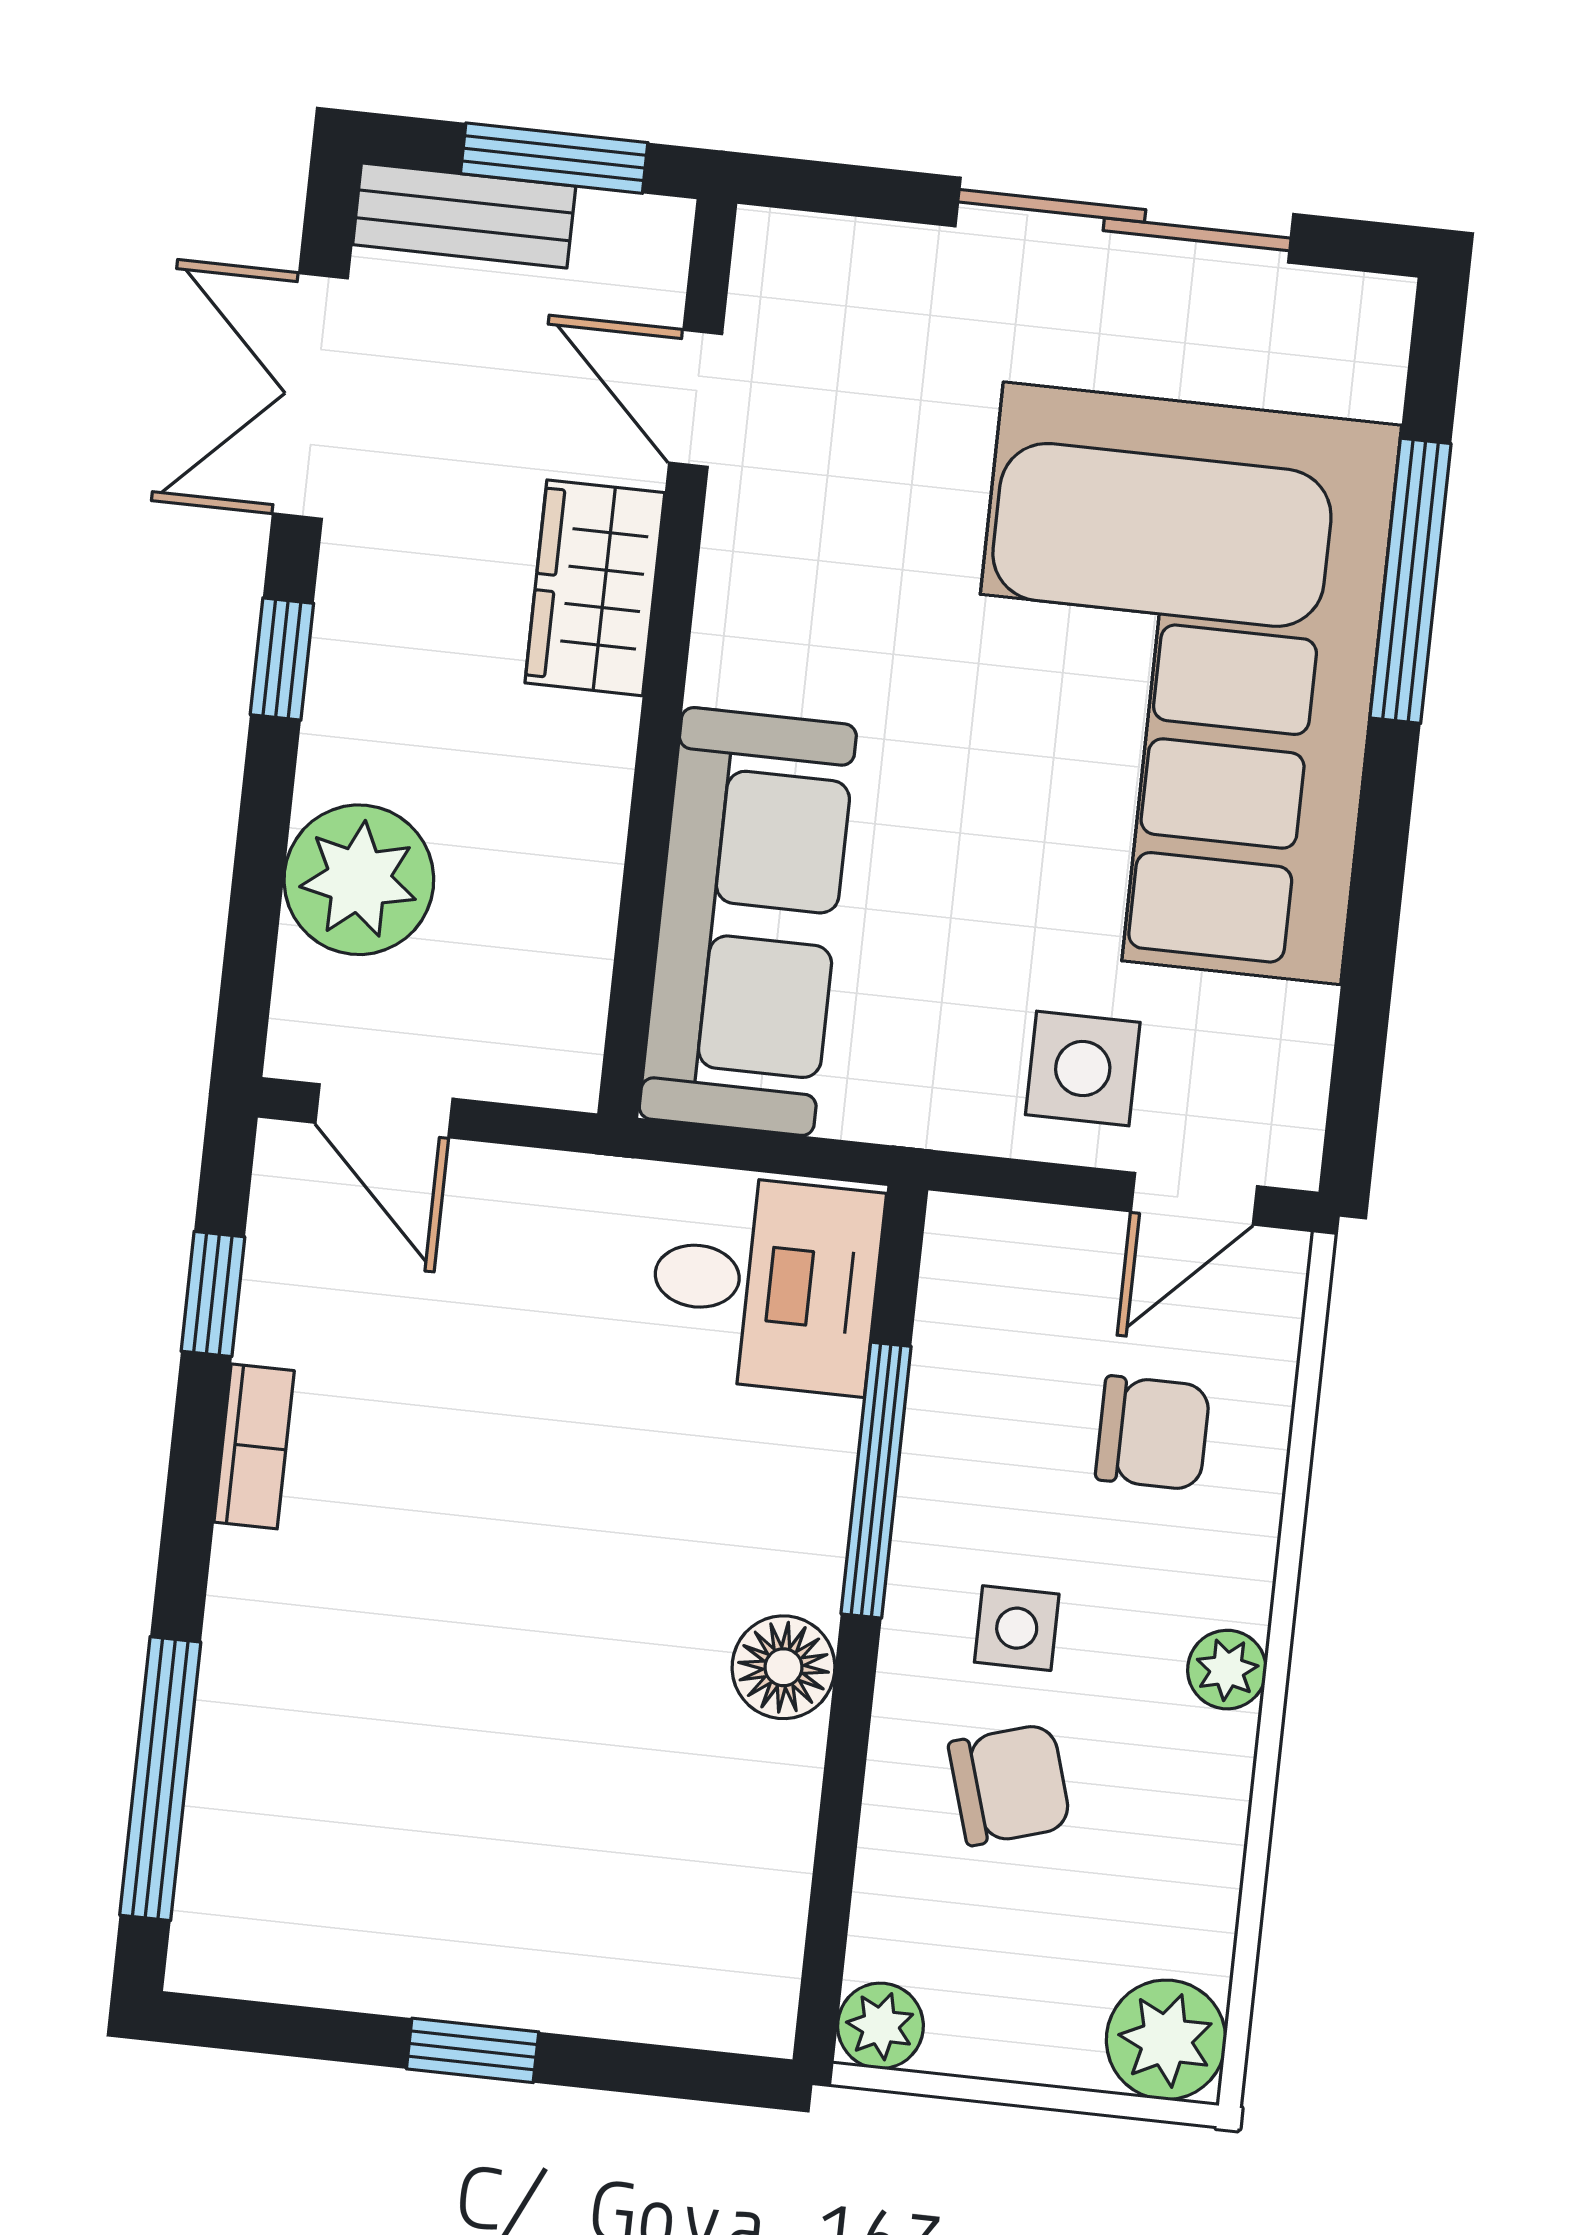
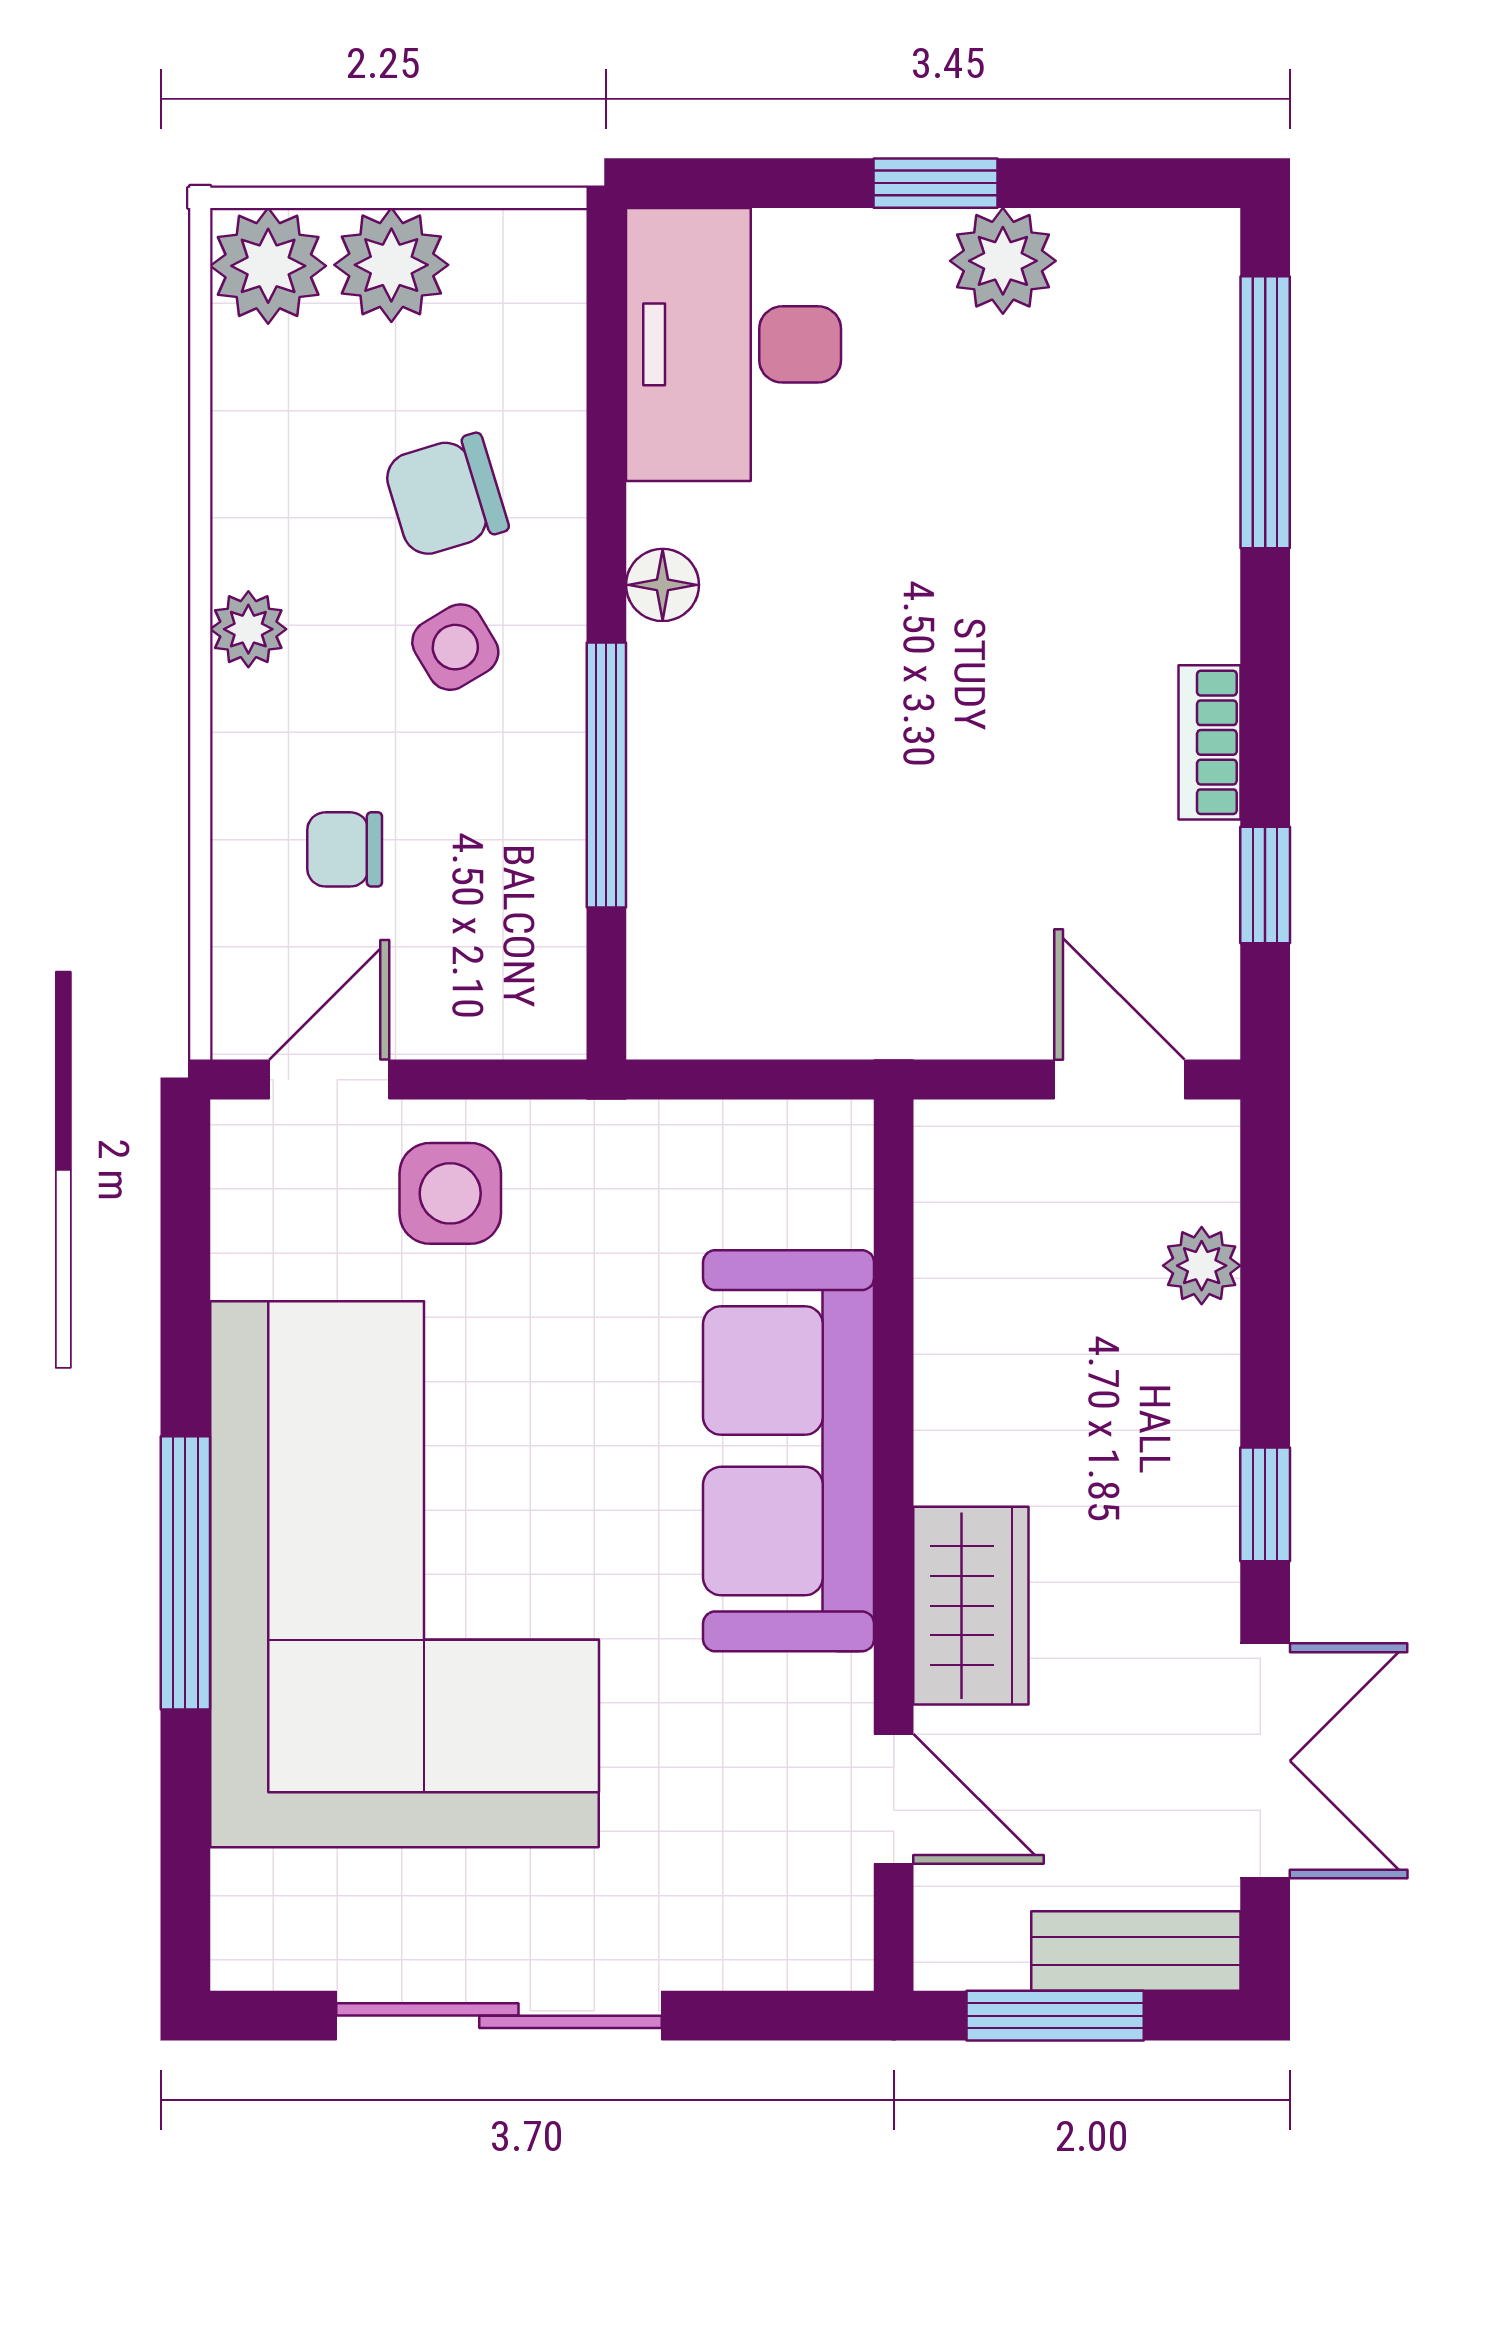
window: (1411, 581) -> (185, 1573), moved
plant: (359, 880) -> (1202, 1266), width x0.53, depth x0.53
sofa: (748, 922) -> (789, 1451), moved
desk: (765, 1284) -> (734, 344), moved, width x1.37
chair: (1153, 1433) -> (345, 849), width x0.73, depth x0.73
side table: (1017, 1628) -> (455, 647), turned -31
floor lamp: (783, 1667) -> (663, 585), width x0.73, depth x0.73
plant: (412, 1963) -> (1003, 261), added
plant: (880, 2026) -> (391, 265), moved, width x1.38, depth x1.38

